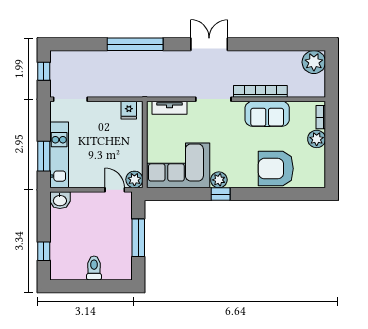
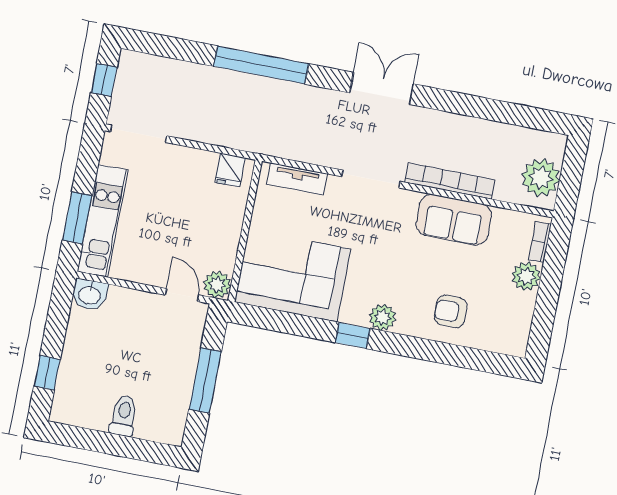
plant: (314, 62) -> (541, 178), moved
armchair: (276, 169) -> (451, 311), width x0.53, depth x0.53
plant: (219, 180) -> (382, 317), moved

